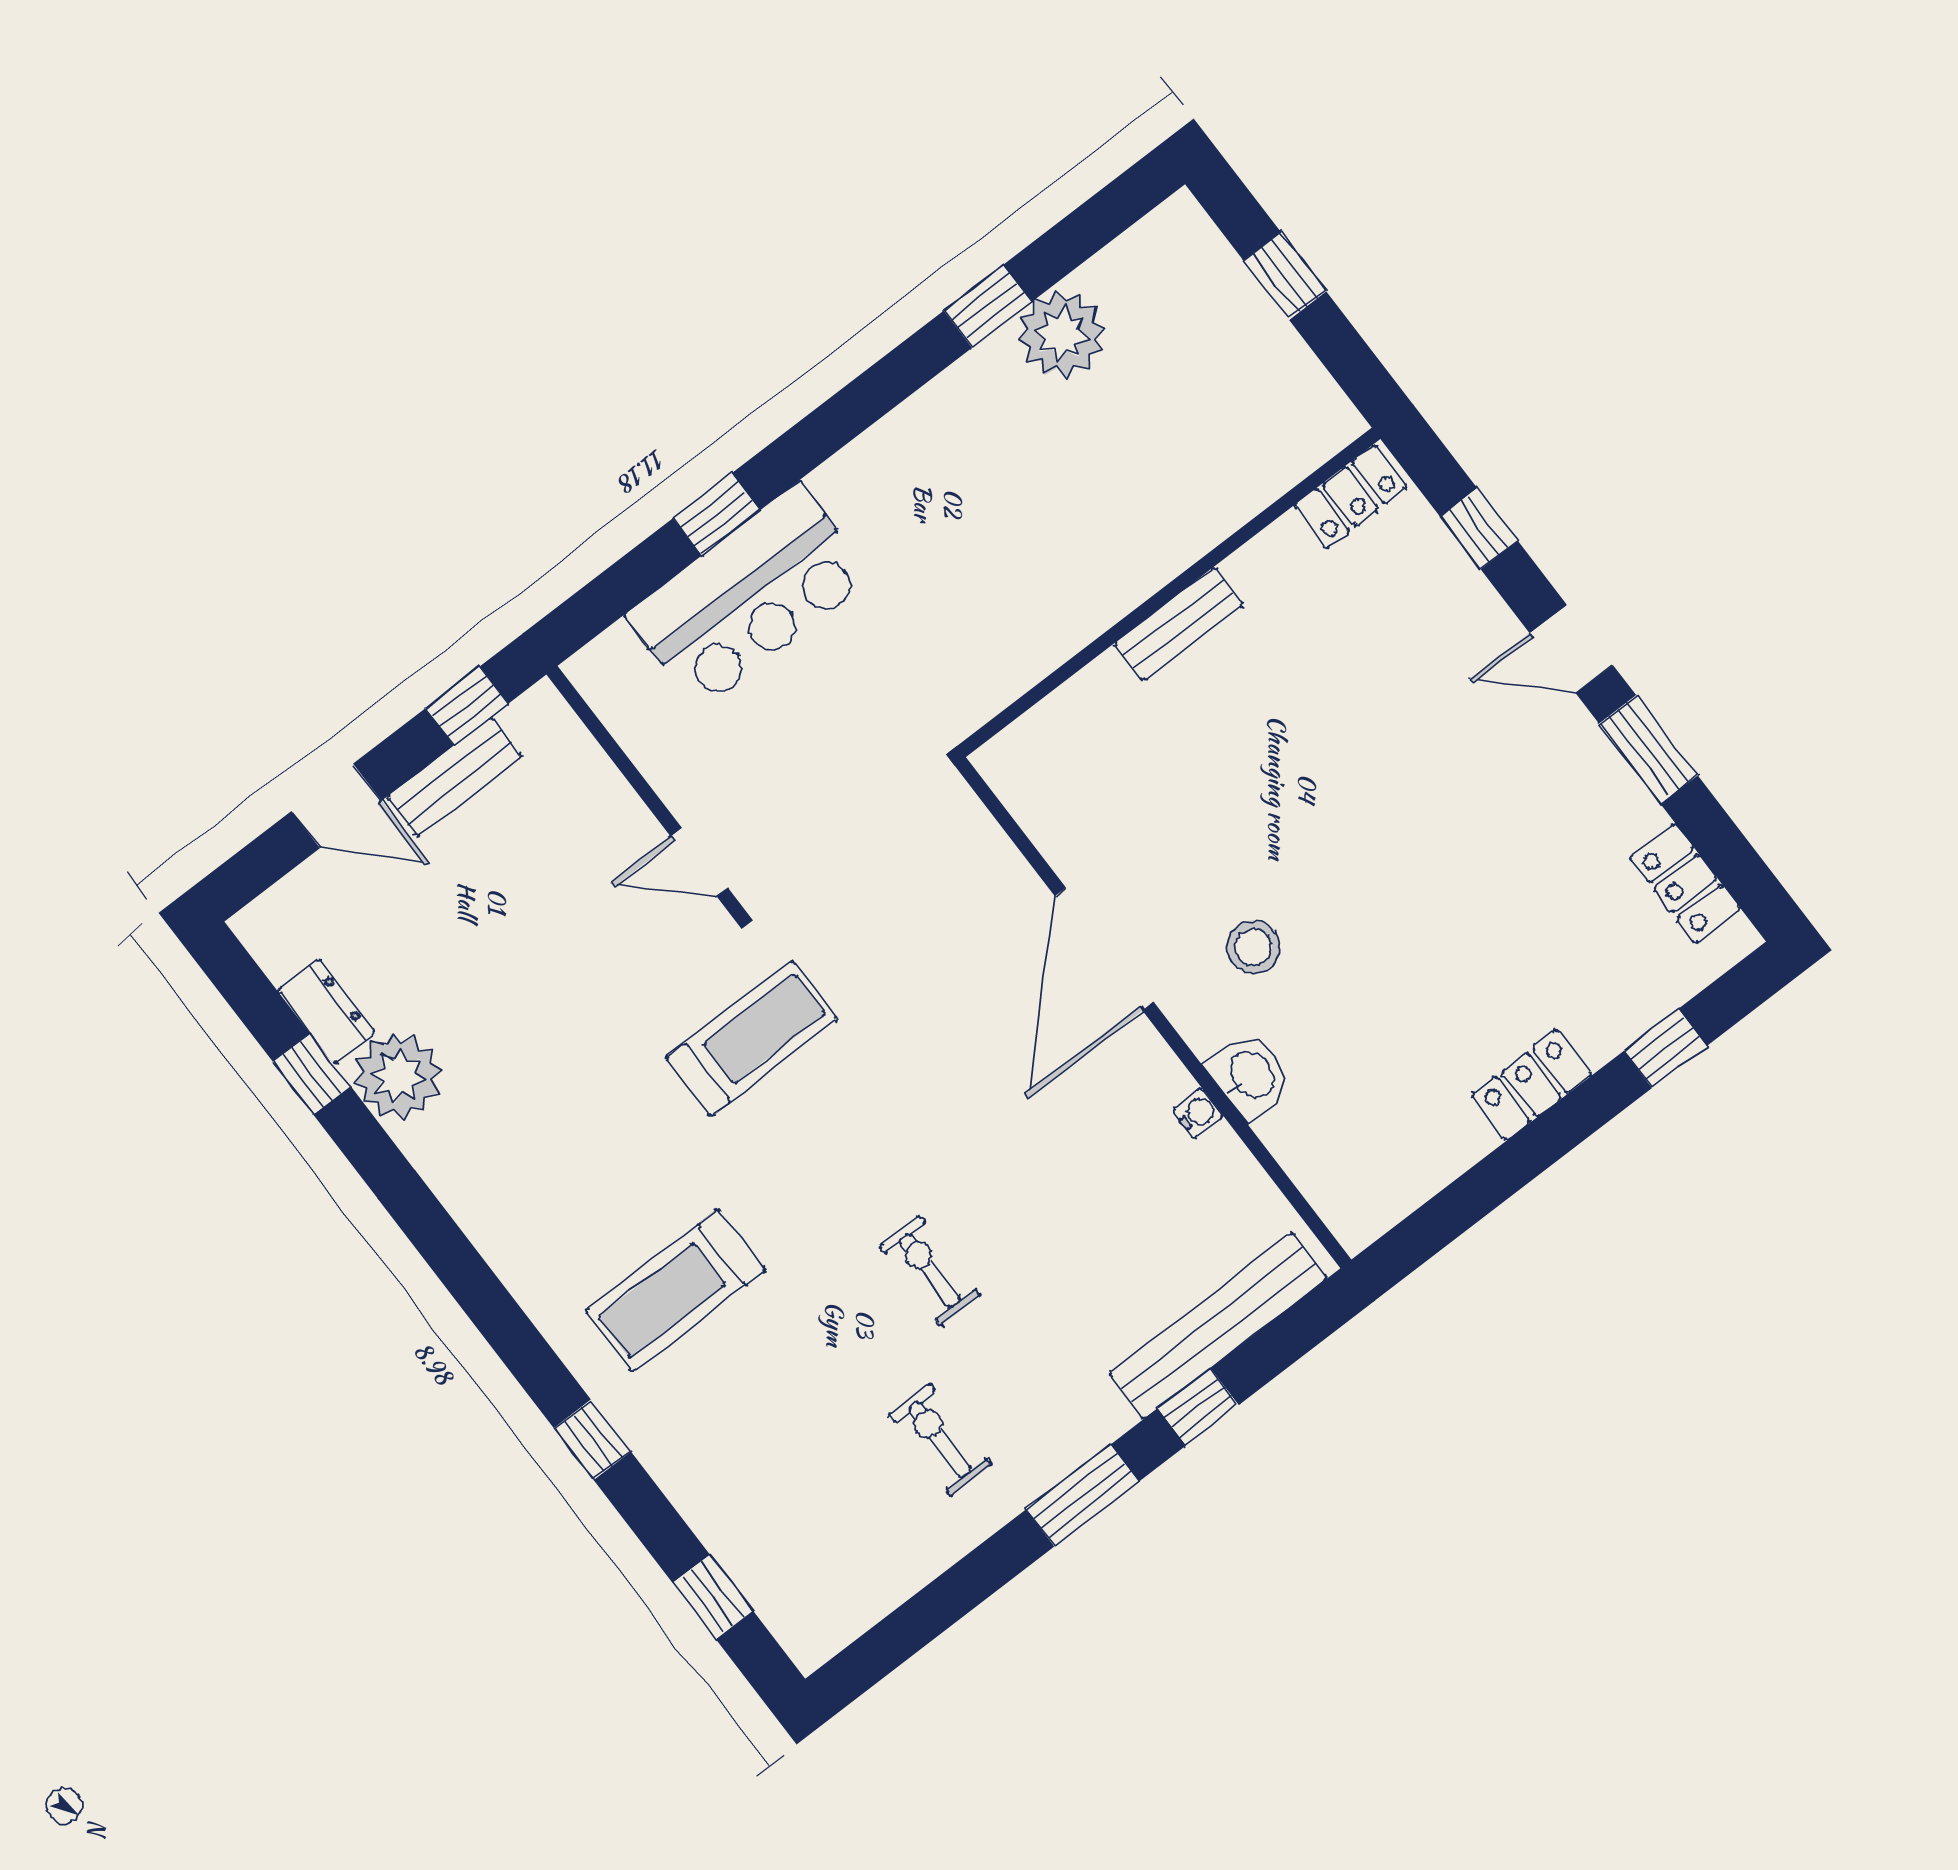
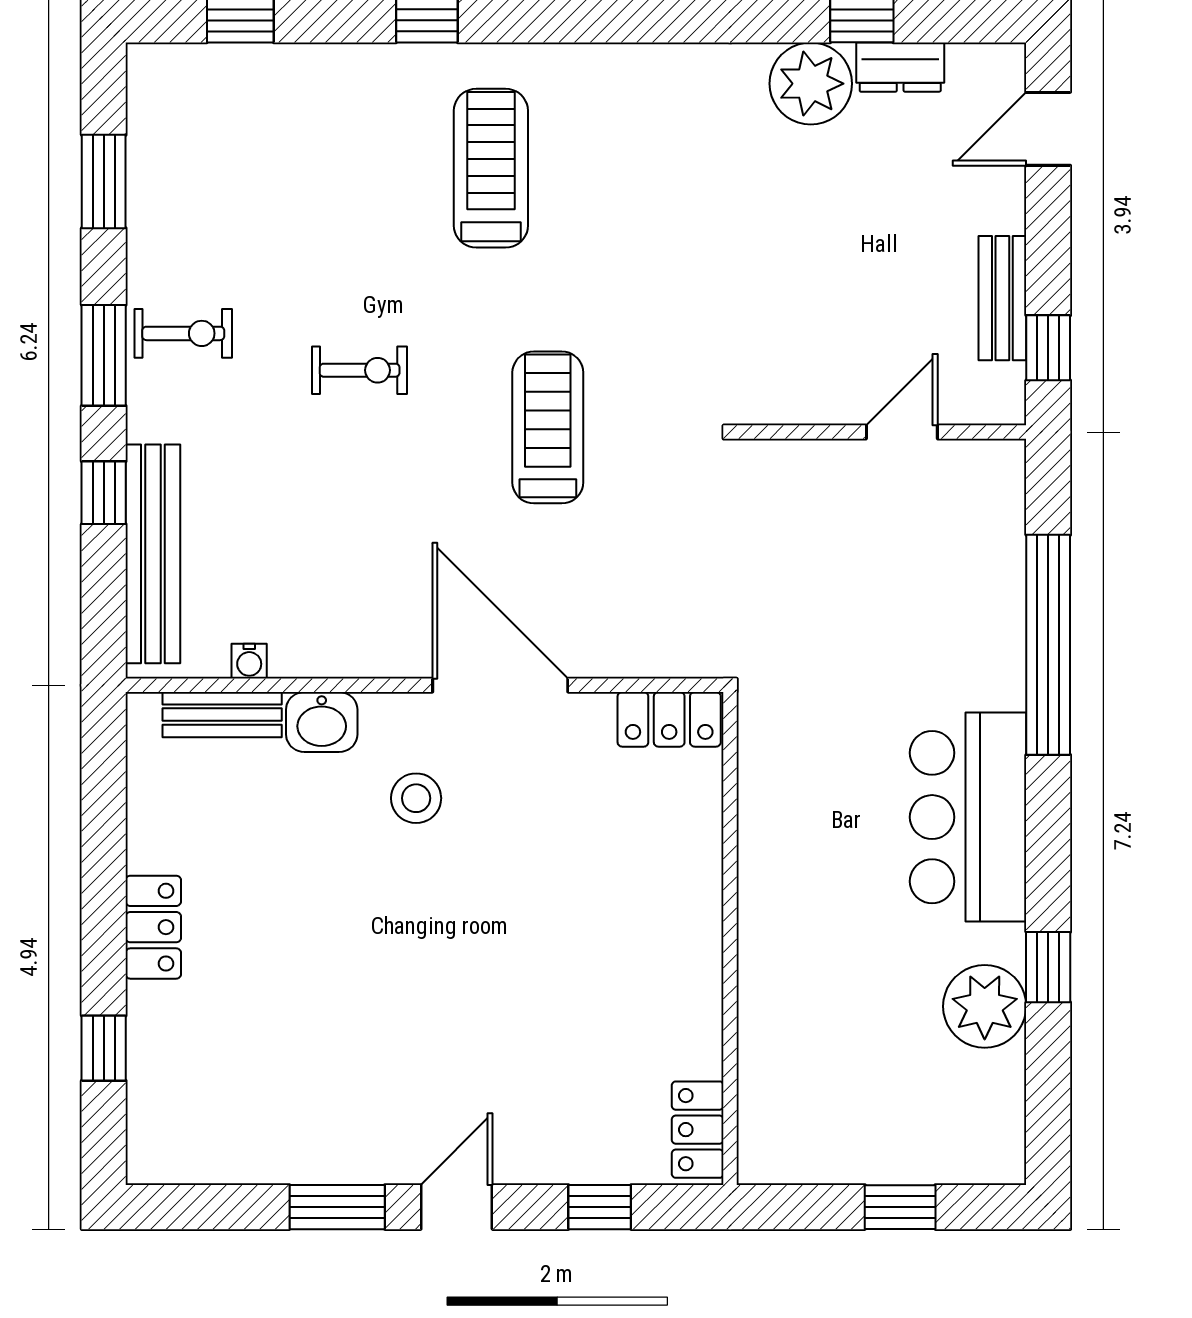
window: (717, 514) -> (1048, 645), width x3.17
bar counter: (749, 596) -> (968, 817), moved
bench: (1179, 624) -> (222, 715), moved, turned 90
door: (337, 806) -> (1048, 129), moved
door: (699, 862) -> (902, 432), moved
locker: (1685, 884) -> (669, 719), moved, turned 180
treadmill: (752, 1038) -> (548, 427), moved, turned 180
water cooler: (1198, 1113) -> (249, 661), moved
exercise bike: (940, 1439) -> (183, 333), moved
window: (936, 1608) -> (104, 182), added

